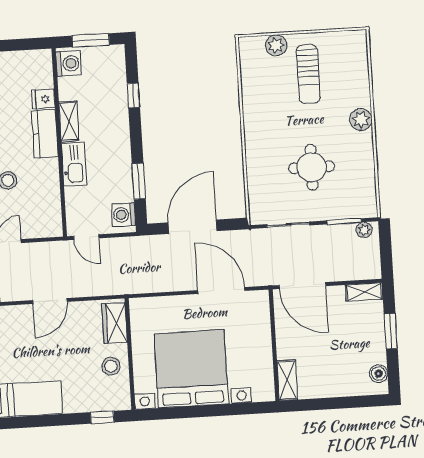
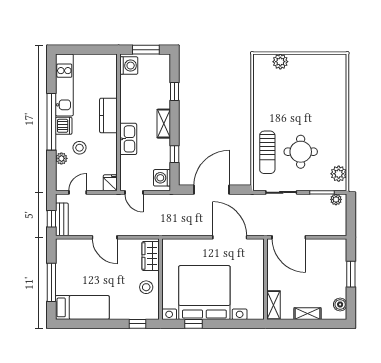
sun lounger: (308, 74) -> (267, 152), moved
fridge: (43, 99) -> (110, 183), moved, turned 90
plant: (361, 119) -> (339, 174), moved
shelving: (69, 121) -> (164, 124), moved
window: (139, 181) -> (175, 154), width x0.67
shelving: (364, 292) -> (308, 314), moved
door: (50, 301) -> (105, 237), hinge flipped
window: (179, 413) -> (194, 324), added

